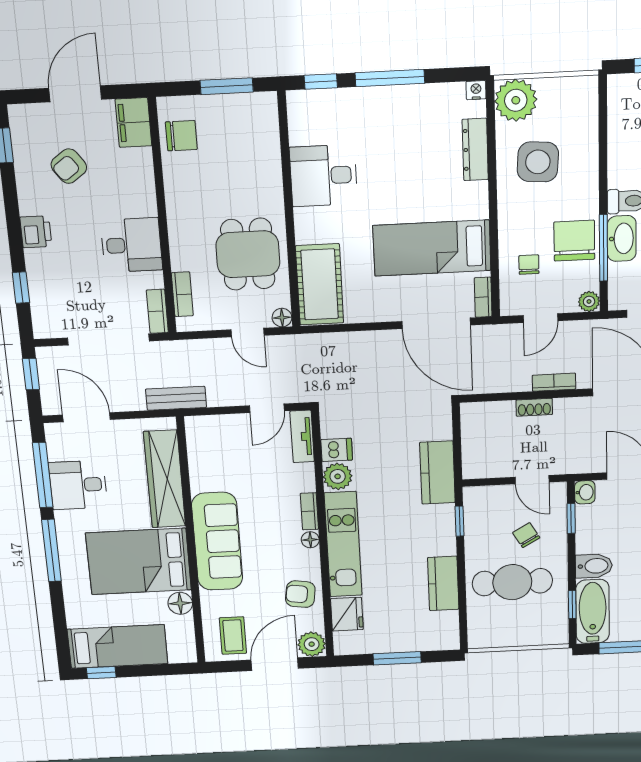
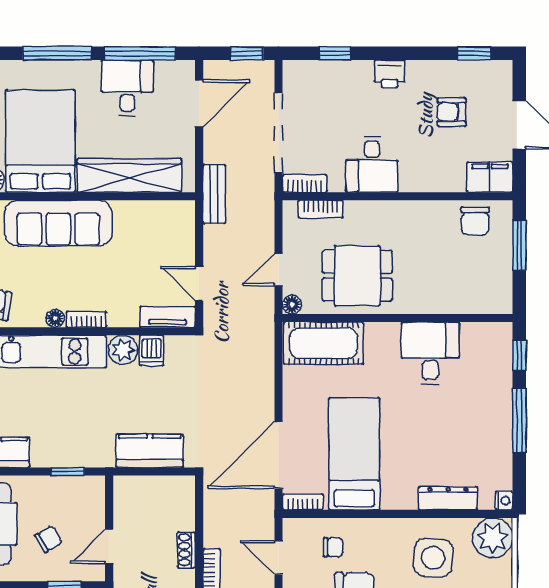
window: (227, 86) -> (519, 245), moved
armchair: (69, 166) -> (451, 112), turned -54
kitchen counter: (437, 473) -> (150, 451), moved

